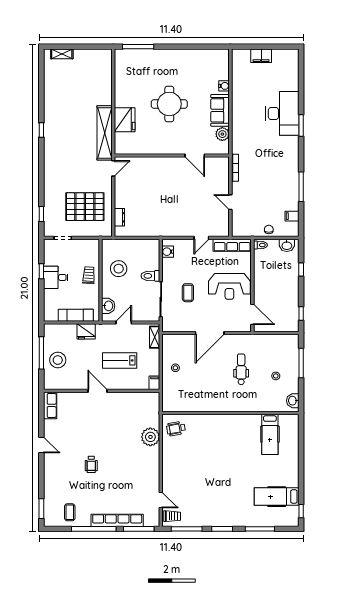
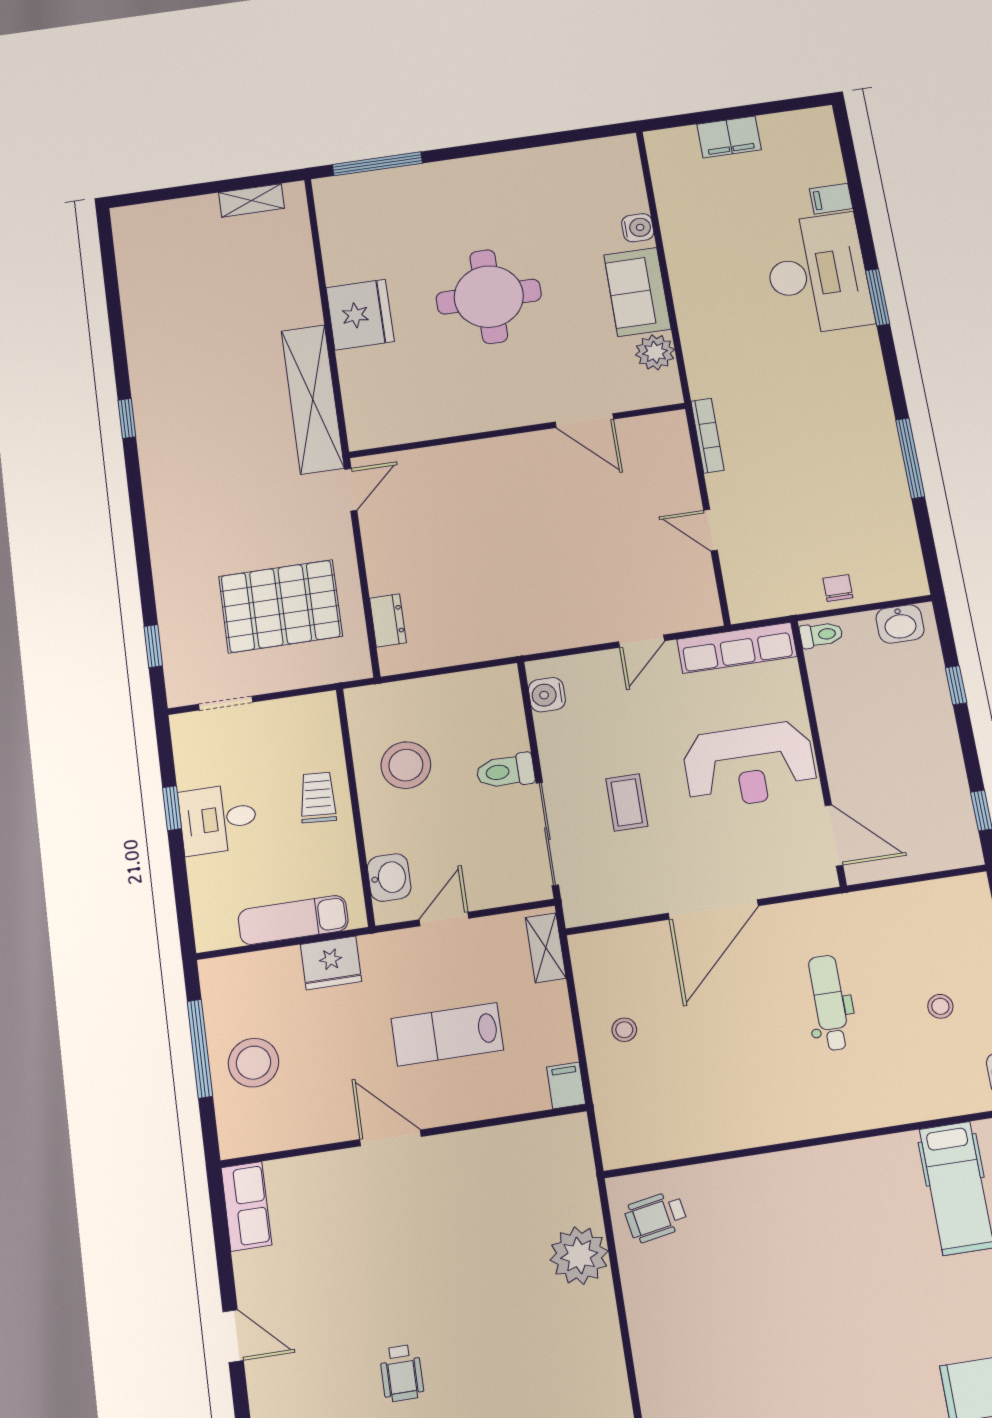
shelving: (62, 54) -> (251, 200), moved
fridge: (125, 120) -> (360, 315), moved
filing cabinet: (292, 216) -> (831, 199), moved

